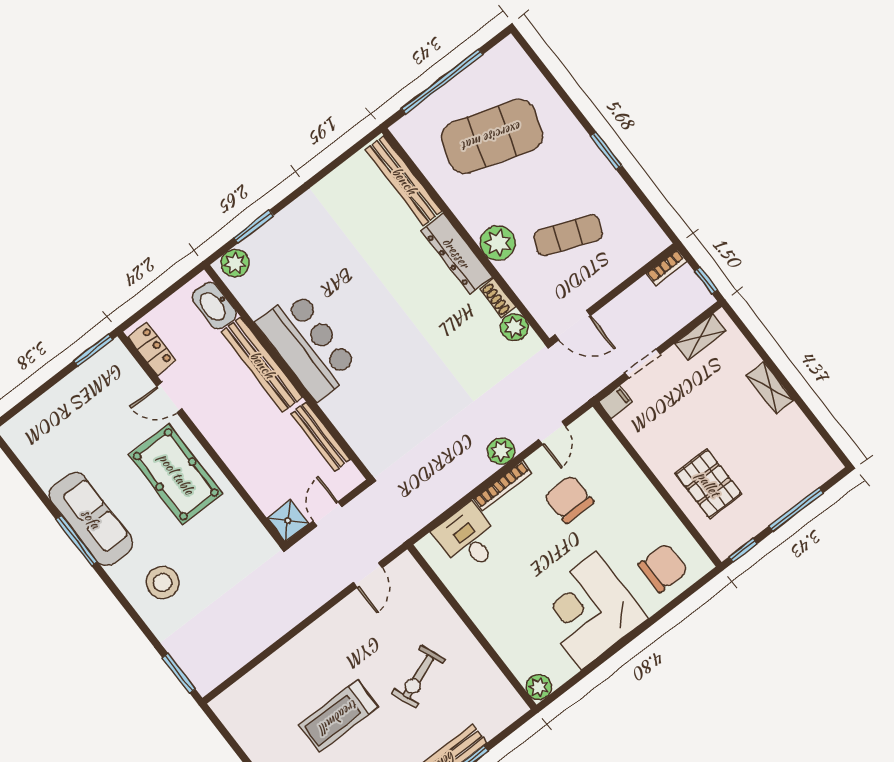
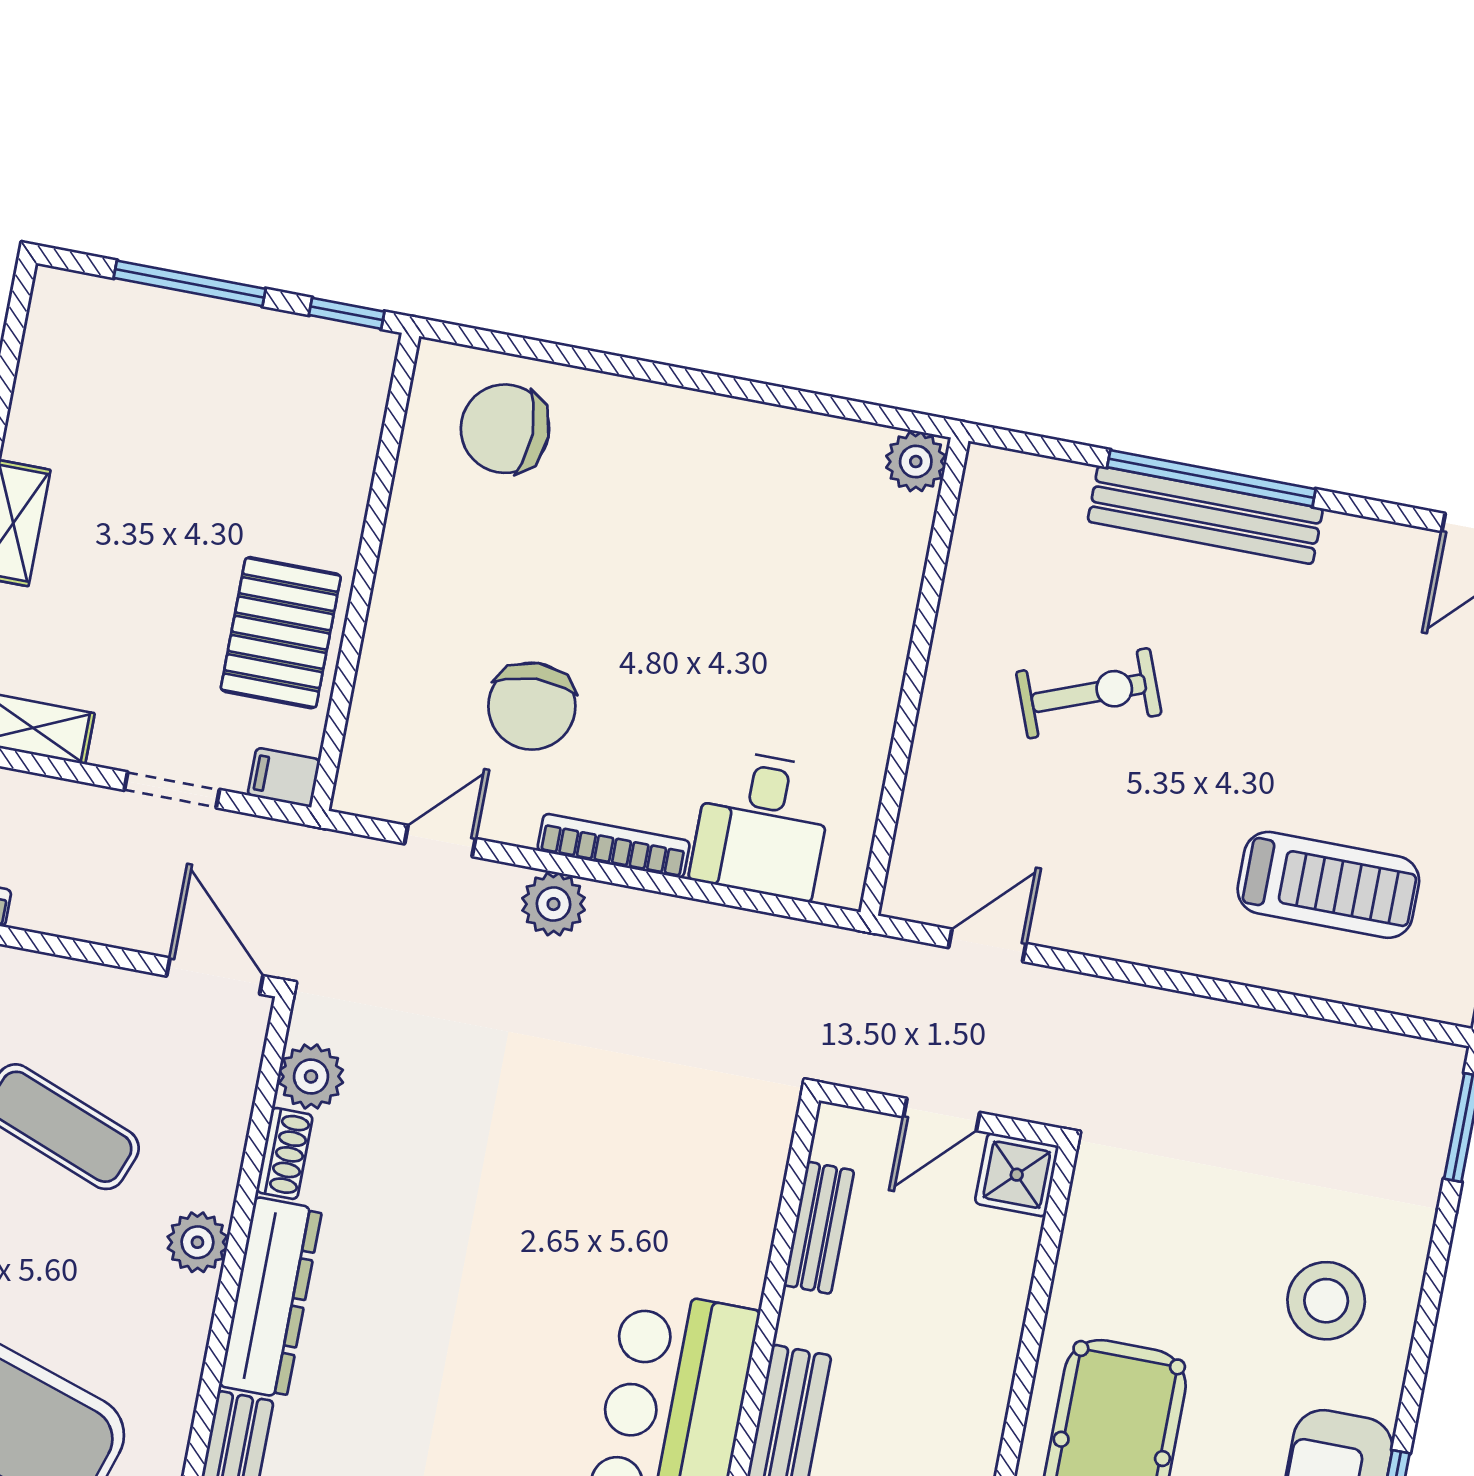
plant: (498, 243) -> (197, 1242), width x0.73, depth x0.73
bench: (320, 437) -> (819, 1228), width x0.73
pallet: (708, 484) -> (281, 633), moved
corner desk: (589, 610) -> (700, 494), removed
treadmill: (339, 716) -> (1328, 885), moved

